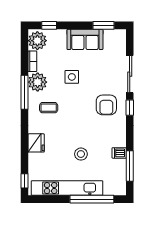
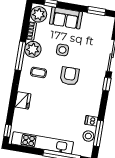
sofa: (85, 39) -> (66, 18), moved
armchair: (106, 105) -> (70, 76), moved, turned 180
stool: (81, 154) -> (88, 136), moved

